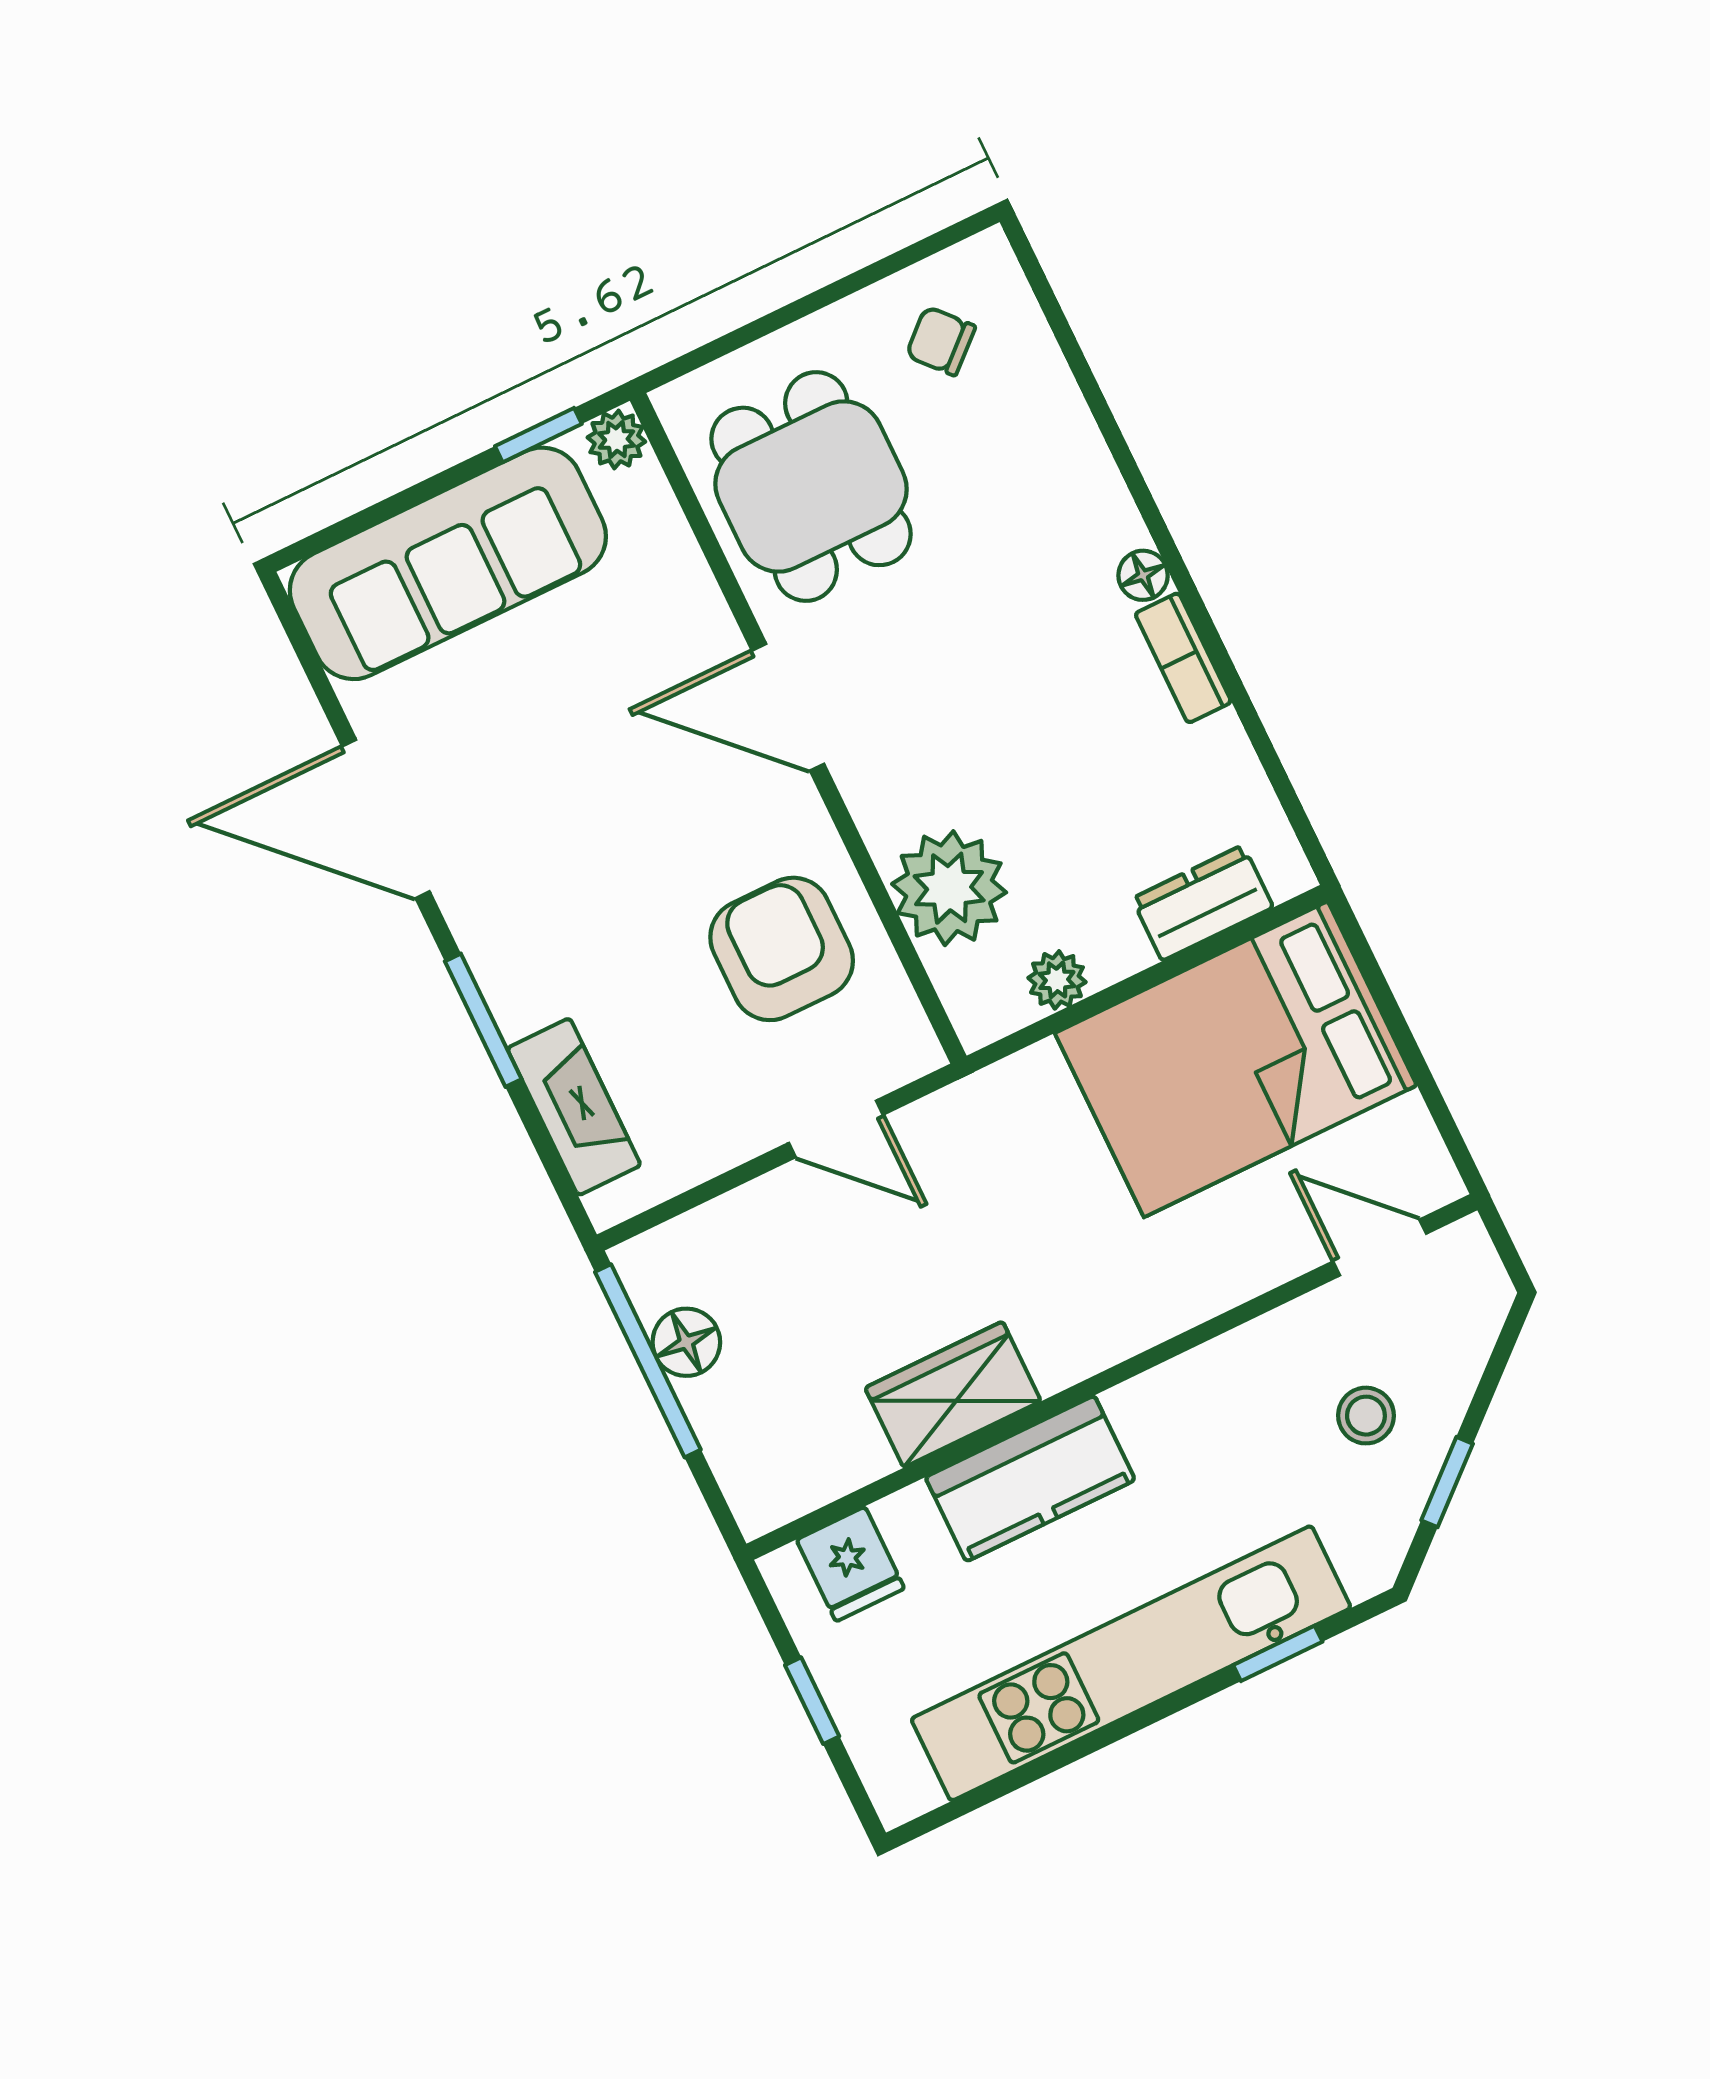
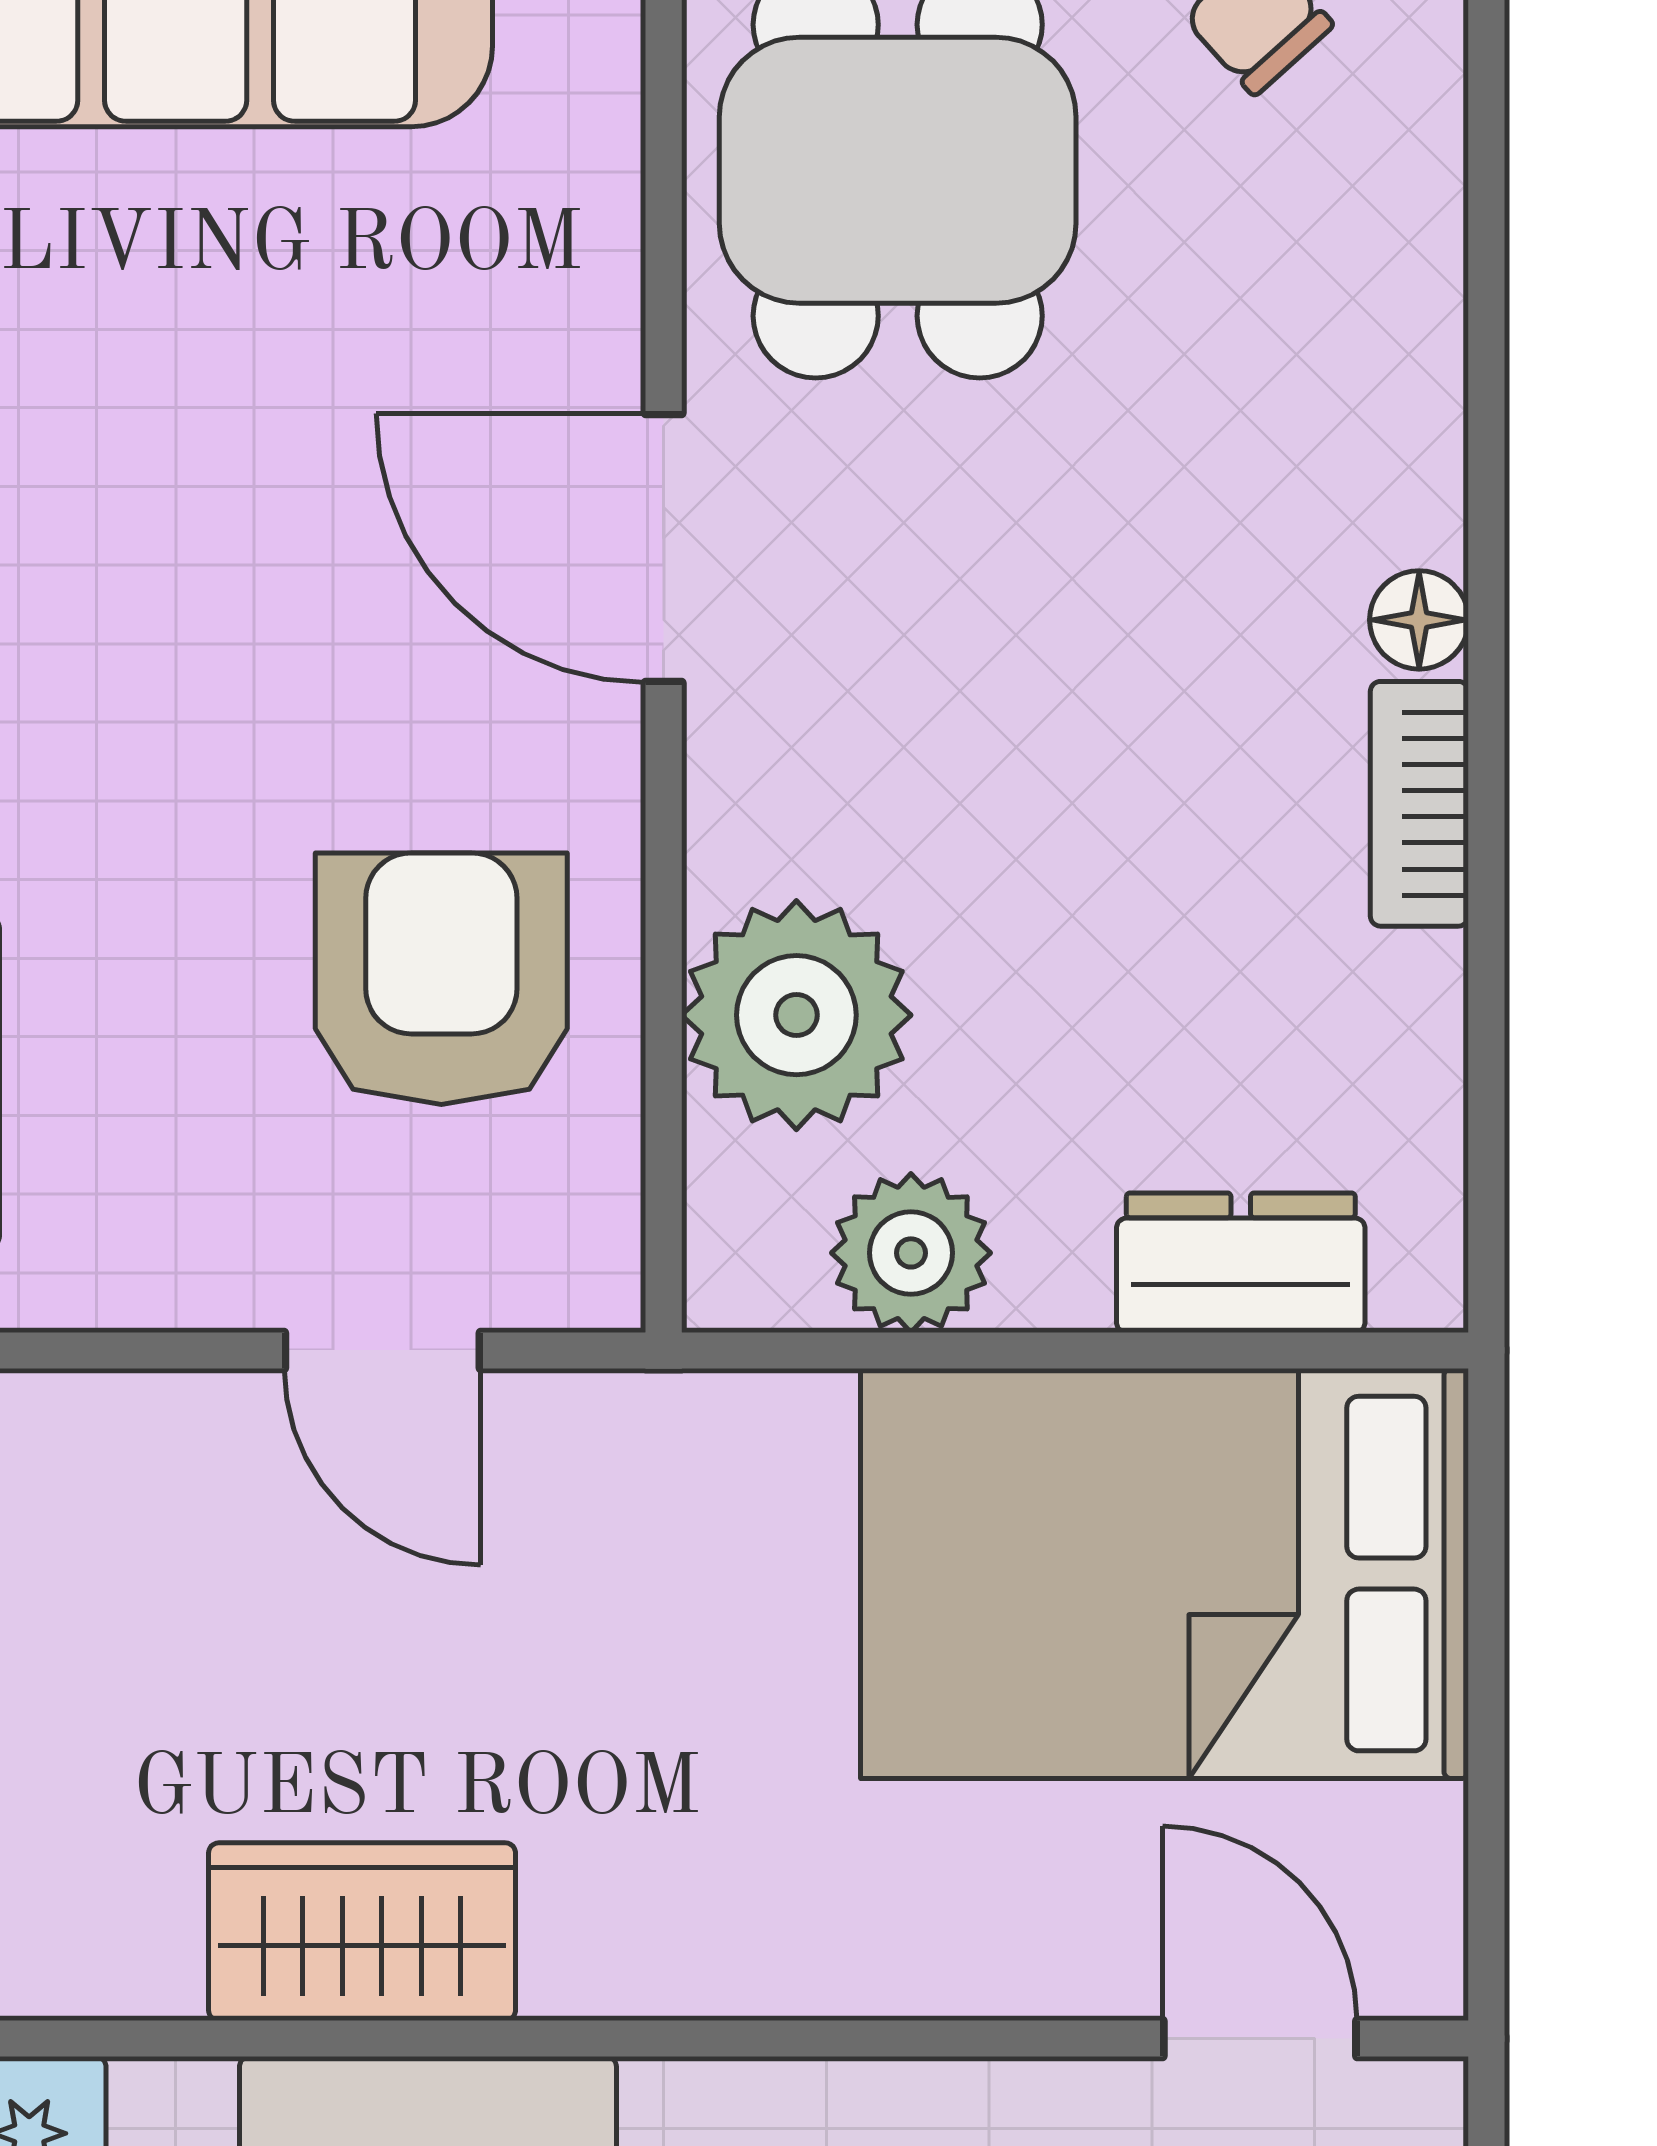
plant: (1057, 980) -> (911, 1253), width x1.38, depth x1.38

